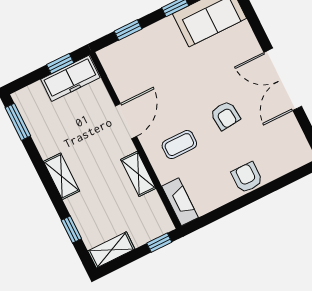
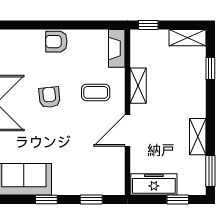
window: (60, 64) -> (178, 199), moved
shelving: (61, 176) -> (198, 137), moved
armchair: (247, 177) -> (56, 42), turned 90

